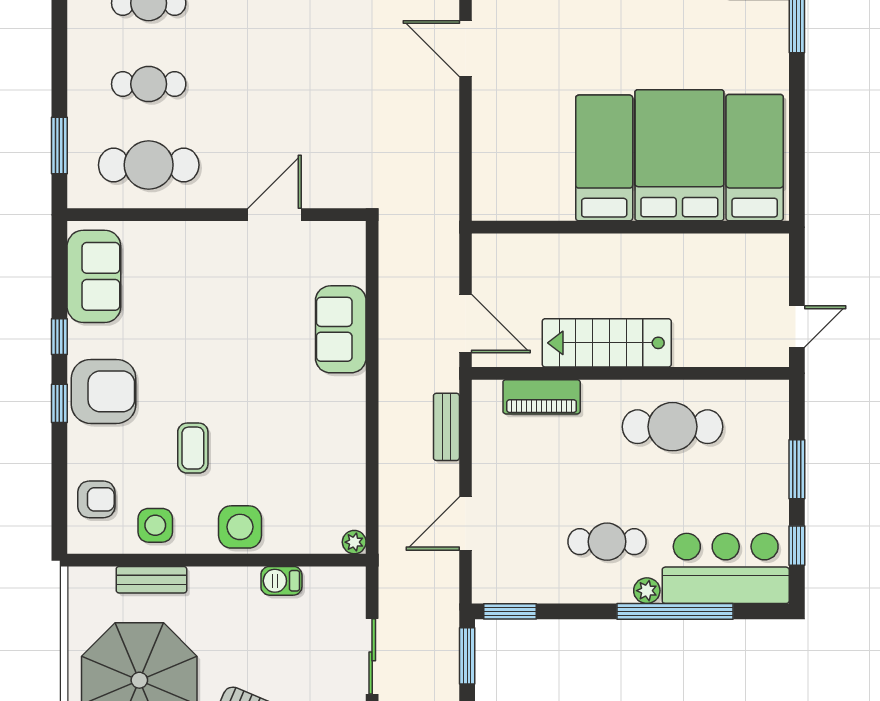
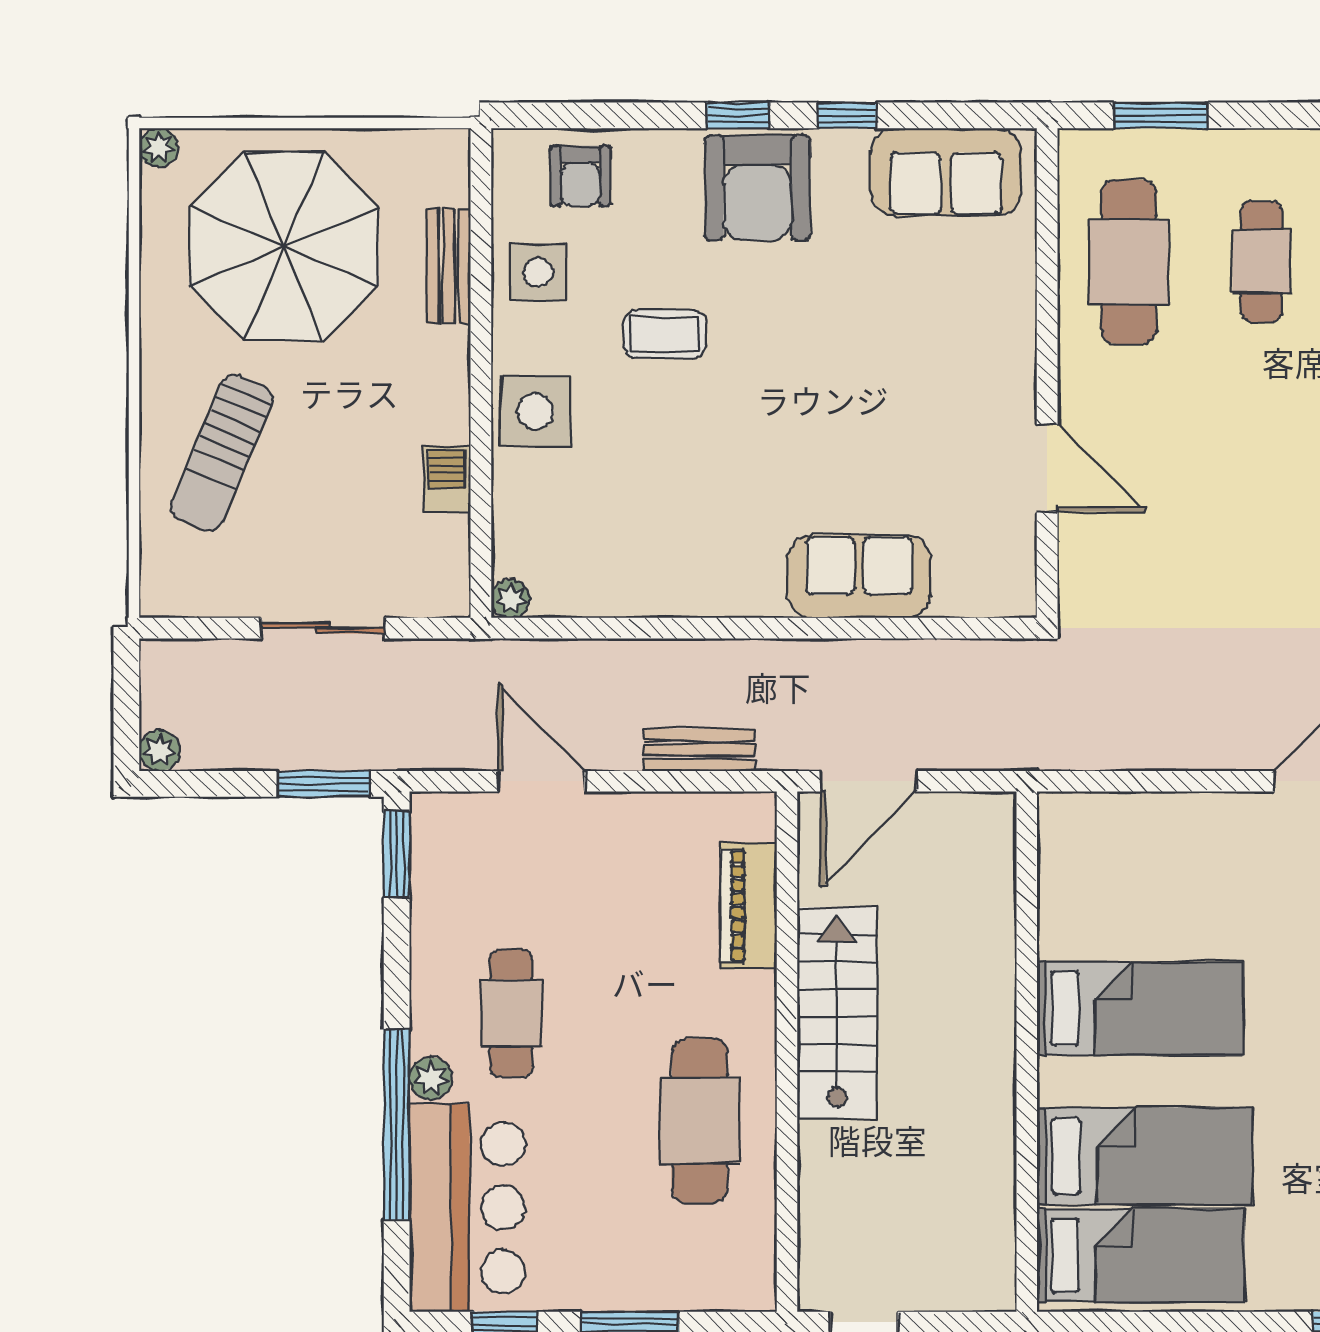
bed: (679, 155) -> (1145, 1156), width x0.67

